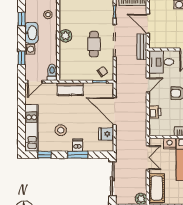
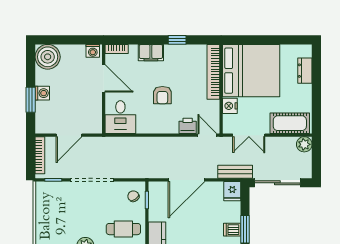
cafe table: (94, 44) -> (123, 229), moved
bench: (142, 47) -> (235, 172), moved
door: (148, 85) -> (207, 135), moved
fridge: (106, 134) -> (232, 191), moved
double door: (148, 158) -> (249, 135), swing flipped

